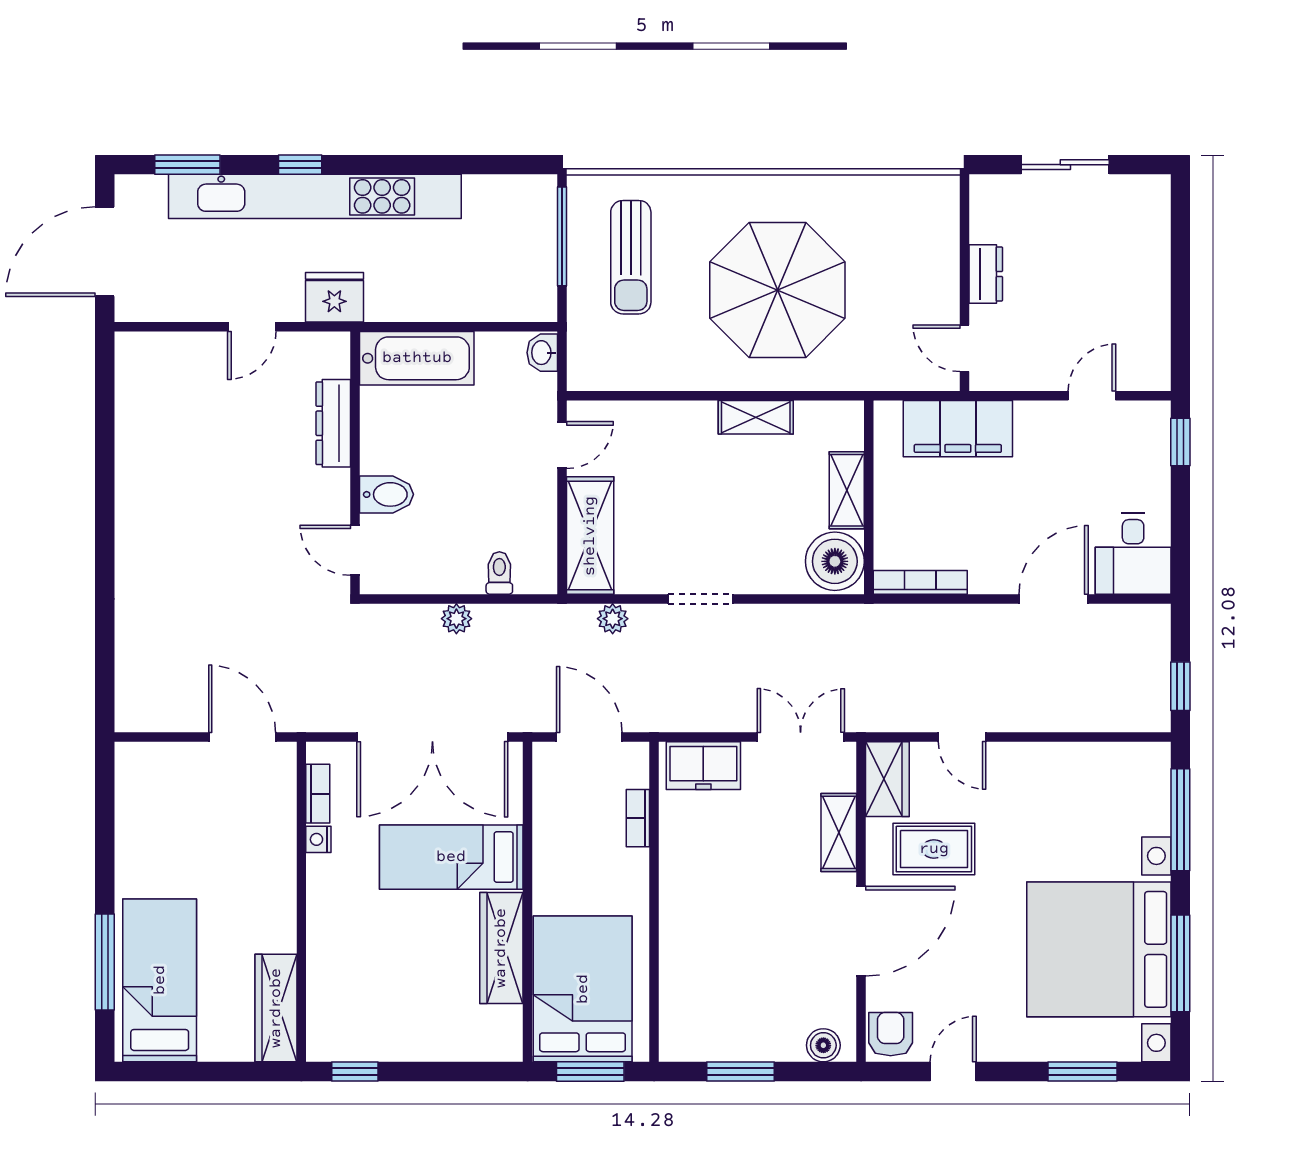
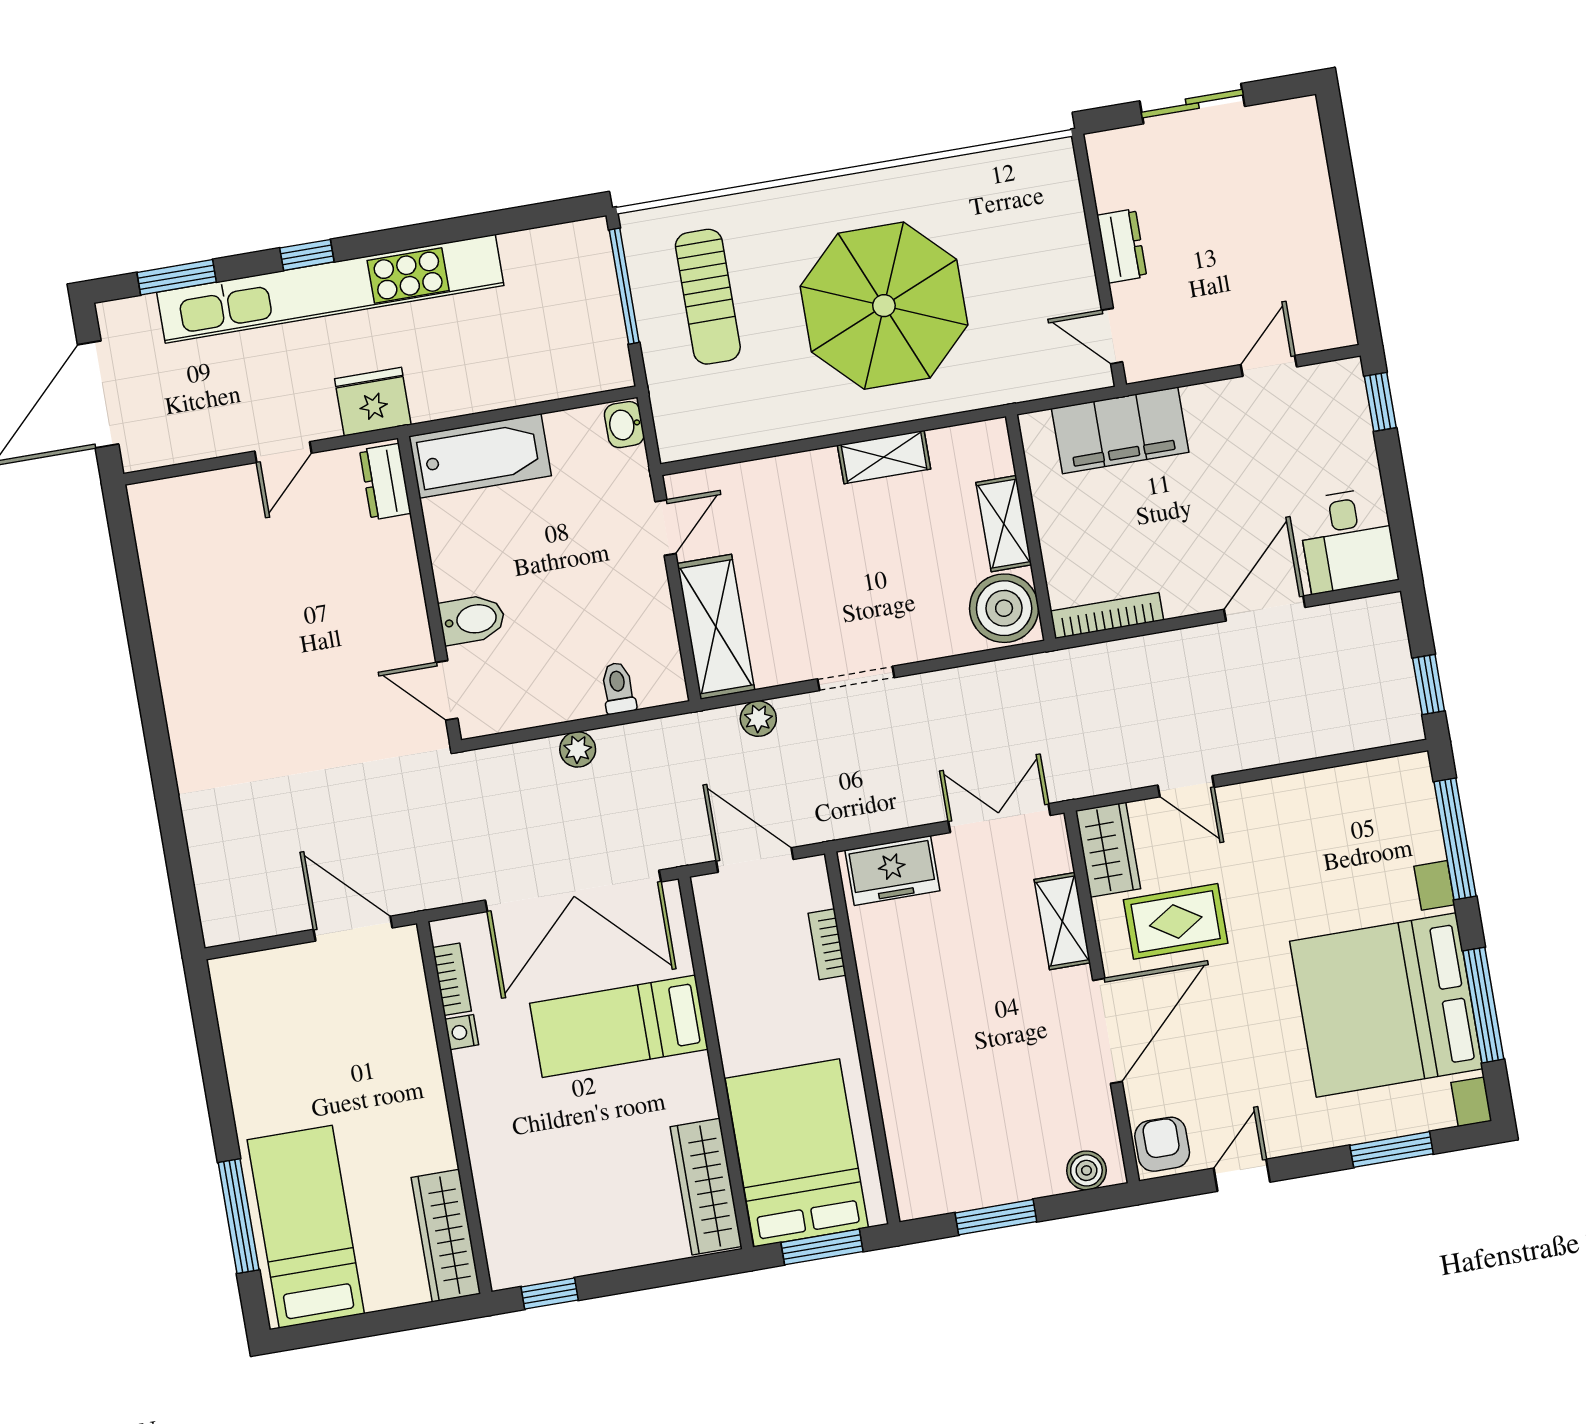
dresser: (333, 423) -> (385, 482), moved, width x0.70
wardrobe: (501, 948) -> (706, 1187), moved

